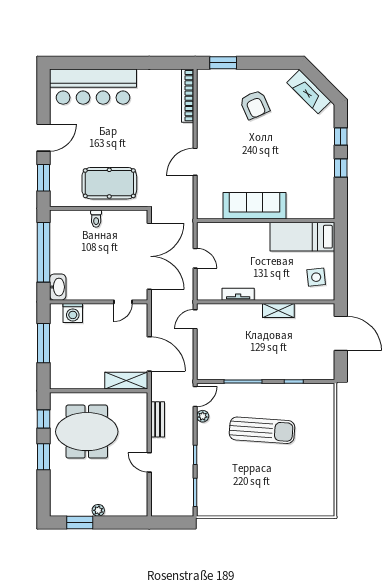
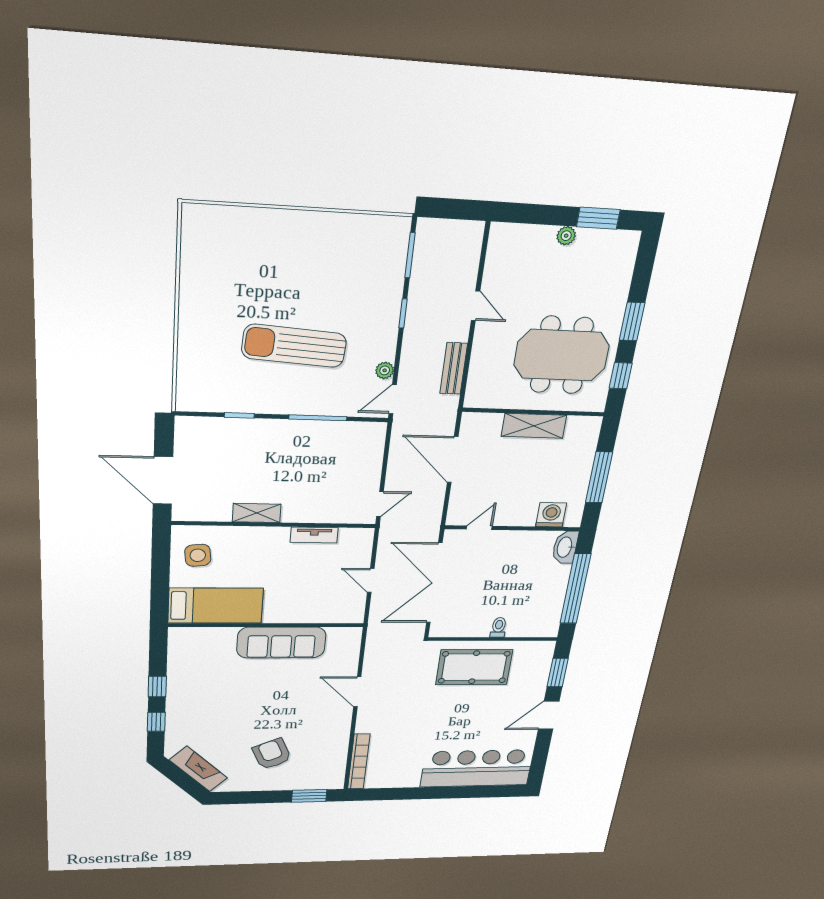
door: (195, 162) -> (357, 692), swing flipped
shelving: (126, 381) -> (534, 426), moved

